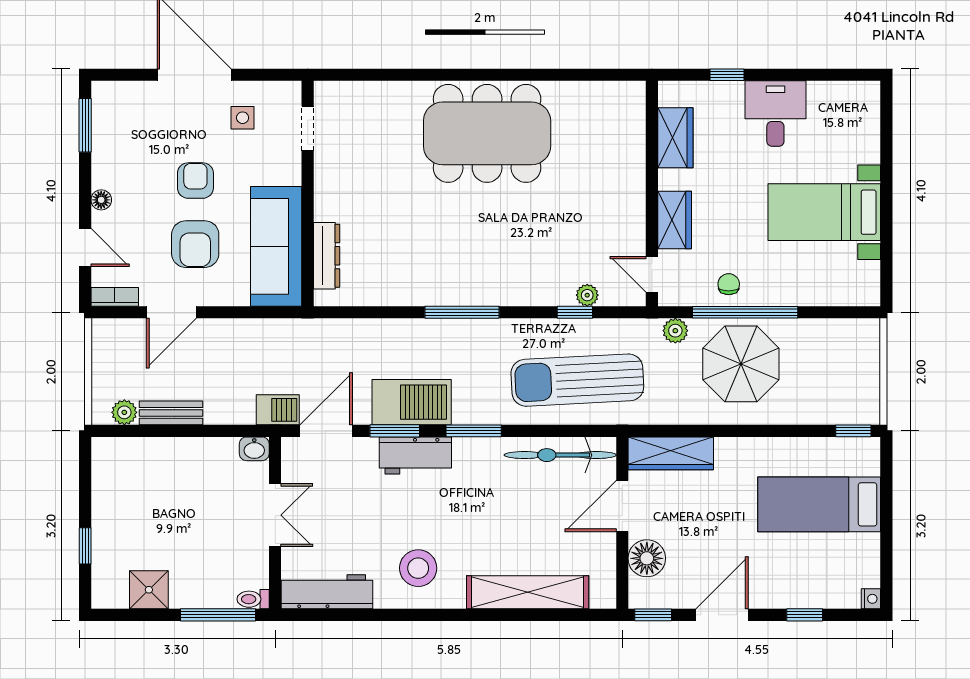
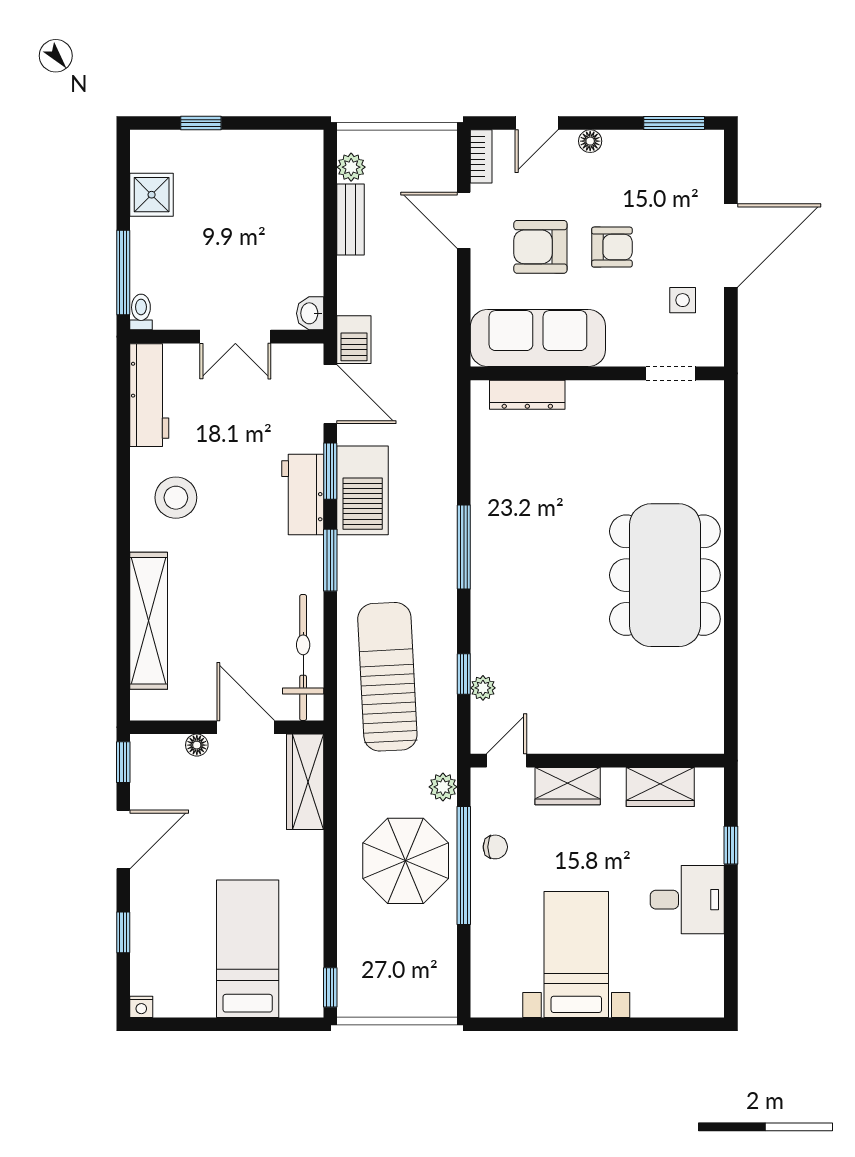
floor lamp: (647, 558) -> (197, 745), width x0.53, depth x0.53
door: (722, 615) -> (123, 839), hinge flipped

